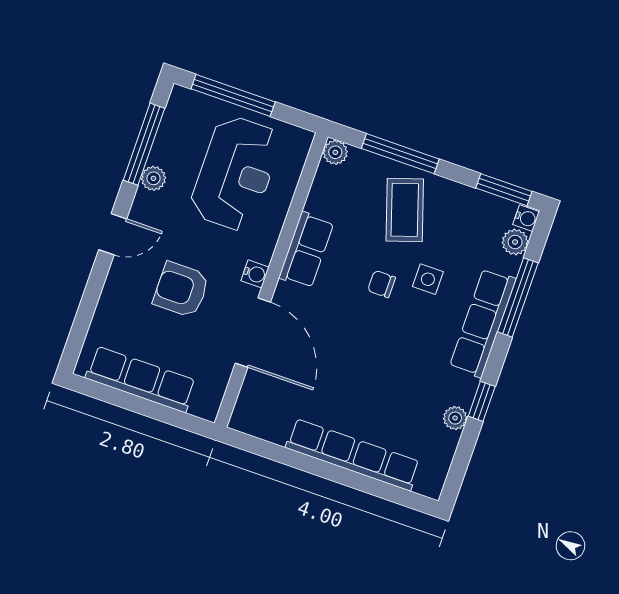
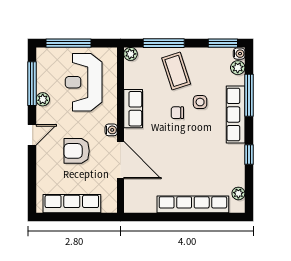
reception desk: (236, 173) -> (84, 82), turned 180
plant: (455, 418) -> (238, 193), moved

